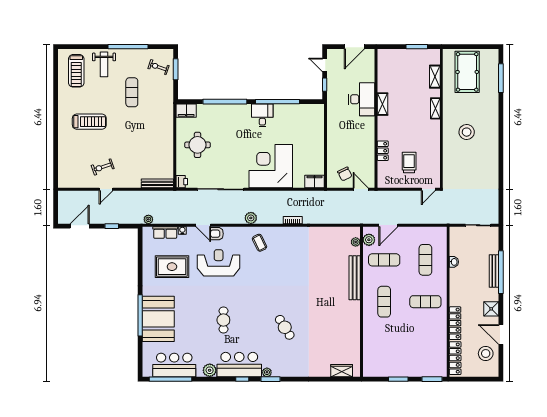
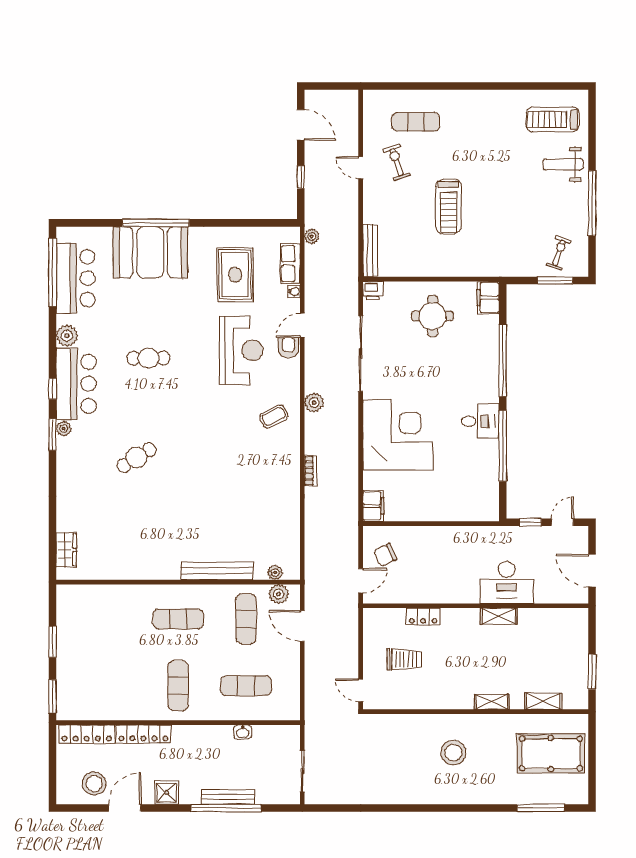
exercise mat: (132, 92) -> (416, 122), moved
treadmill: (89, 122) -> (448, 206), moved

